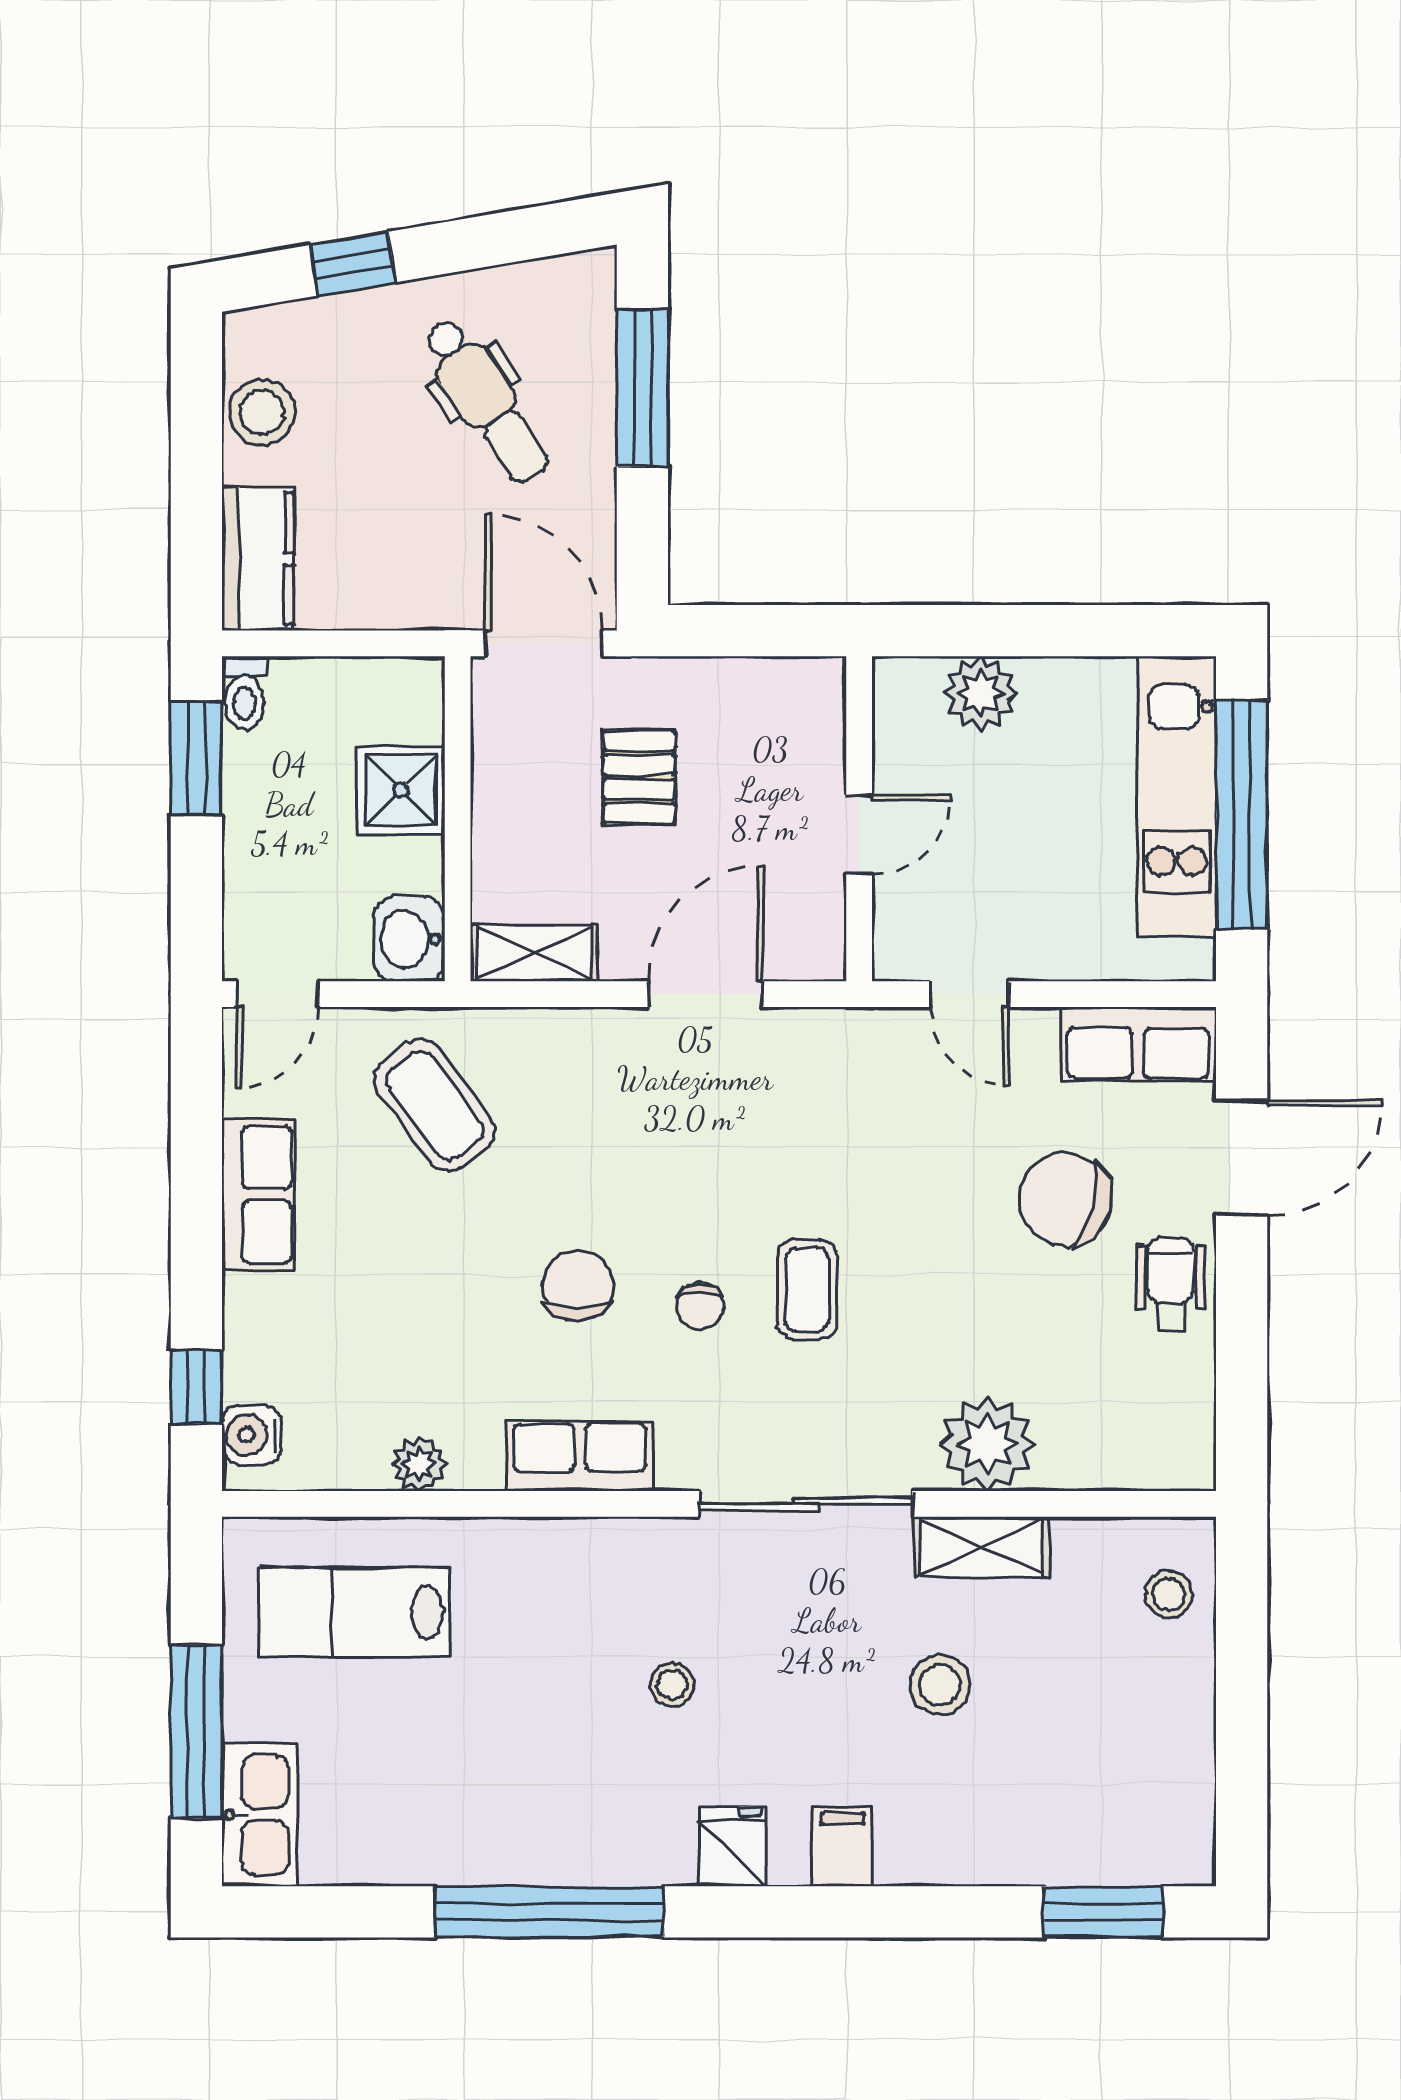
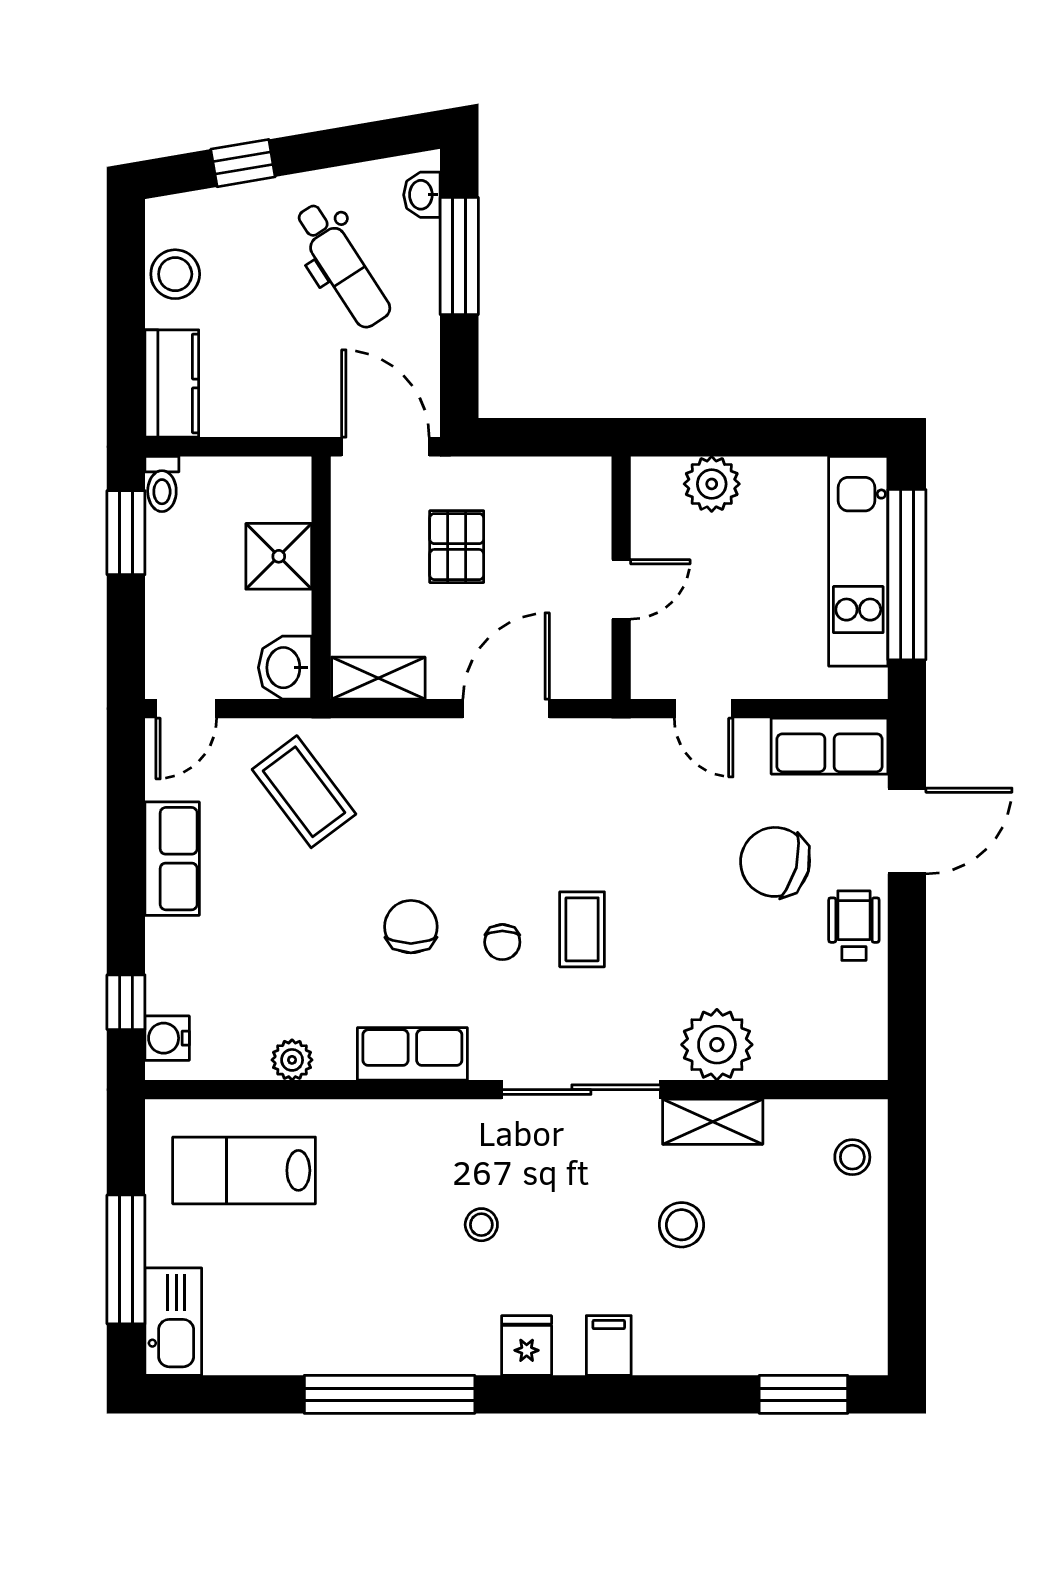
washbasin: (593, 306) -> (422, 195), added

